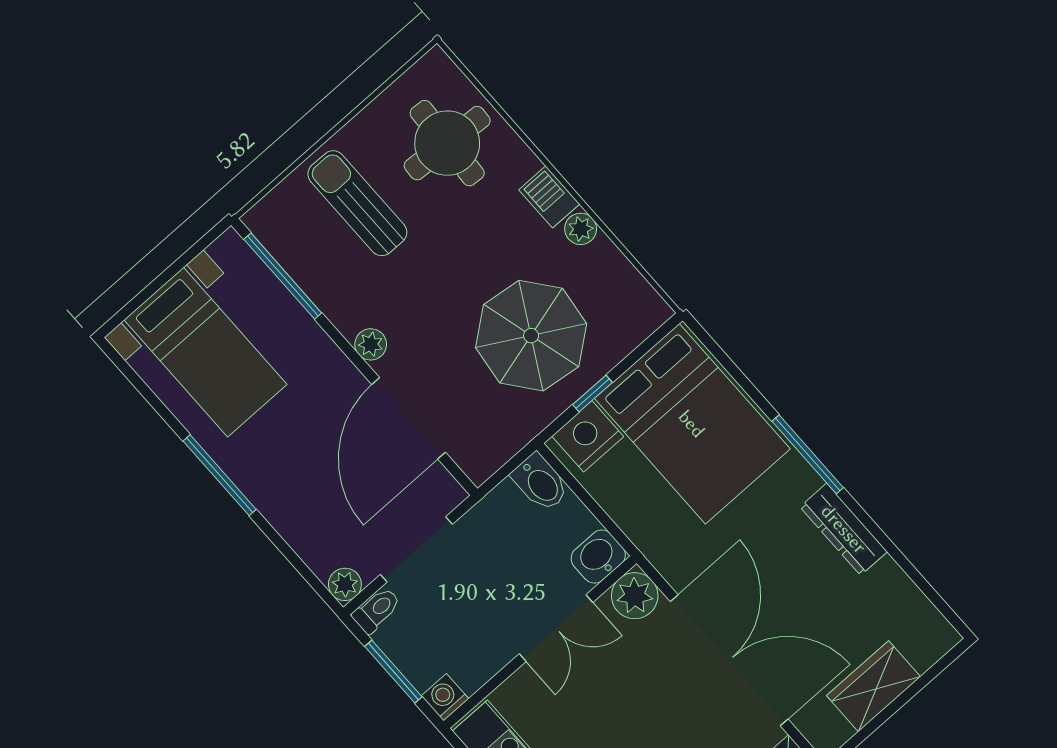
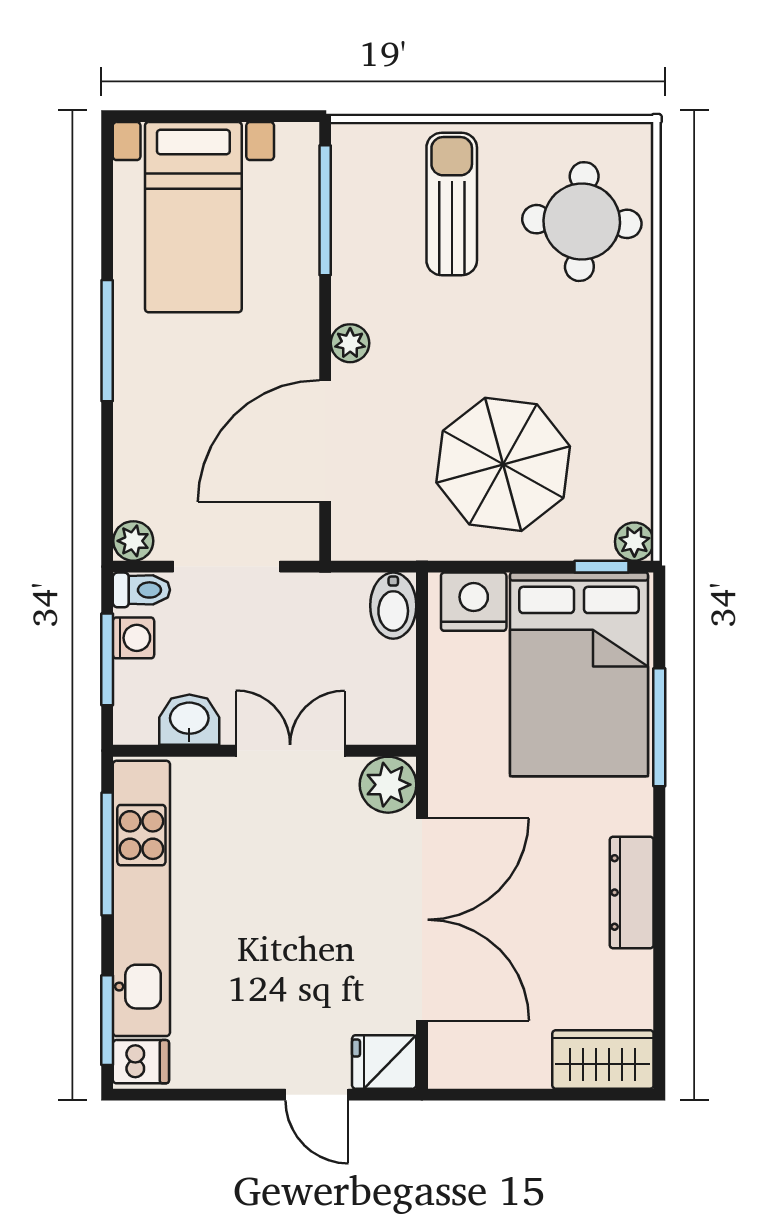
barbecue: (549, 197) -> (631, 353), removed
plant: (581, 229) -> (634, 542), moved
window: (593, 394) -> (602, 567), moved
window: (808, 454) -> (659, 727), moved
washbasin: (598, 557) -> (189, 720), moved
double door: (556, 628) -> (290, 751), swing flipped
wardrobe: (874, 686) -> (603, 1059), moved
washing machine: (445, 697) -> (133, 638), moved, turned 90

